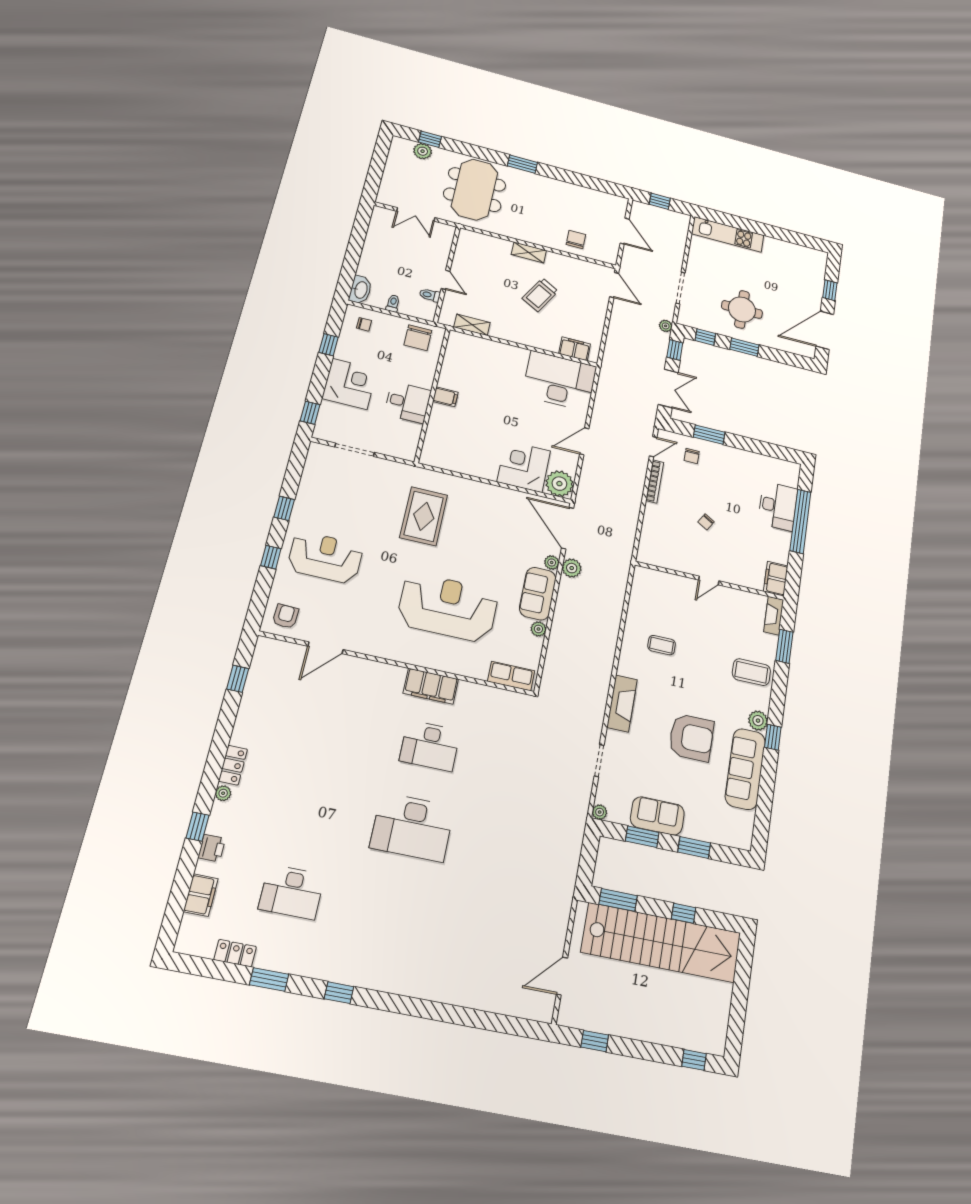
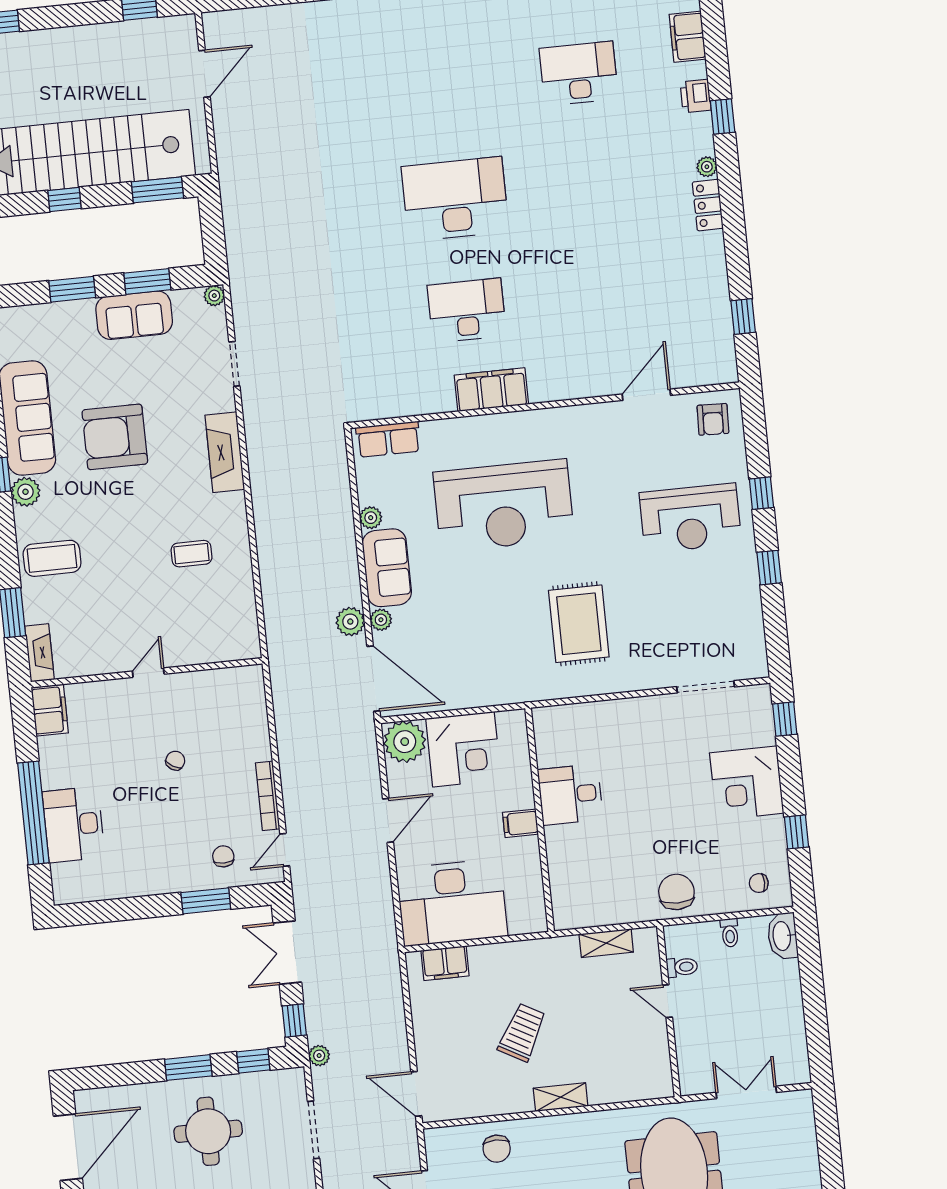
wall: (432, 395) -> (540, 820), moved
filing cabinet: (445, 397) -> (520, 823), moved
desk: (408, 402) -> (570, 795), moved

